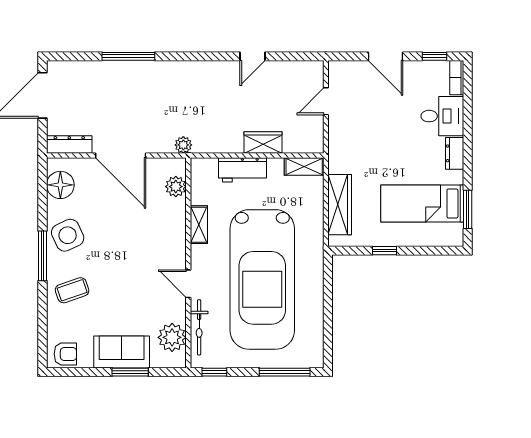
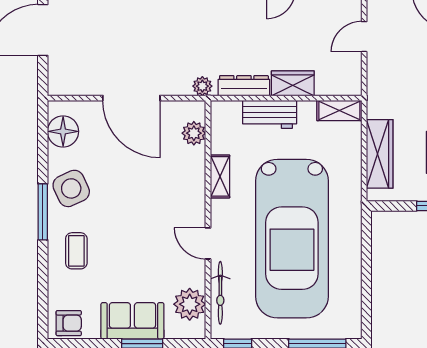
dresser: (69, 145) -> (244, 86), moved
coffee table: (72, 290) -> (76, 251), turned -71

